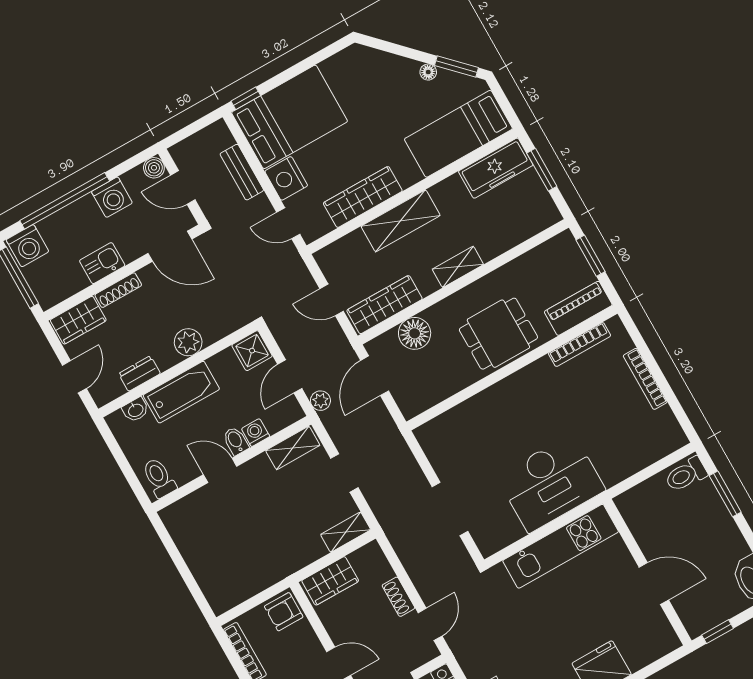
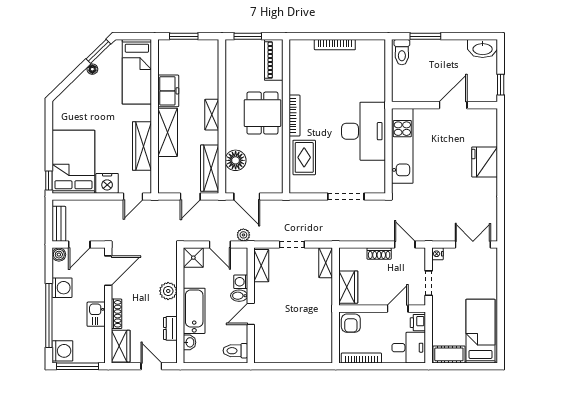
freezer: (496, 168) -> (168, 91), moved, width x0.71
bench: (242, 172) -> (59, 224), moved, turned 90
bookcase: (579, 345) -> (294, 116), moved
rug: (471, 423) -> (304, 157), added

